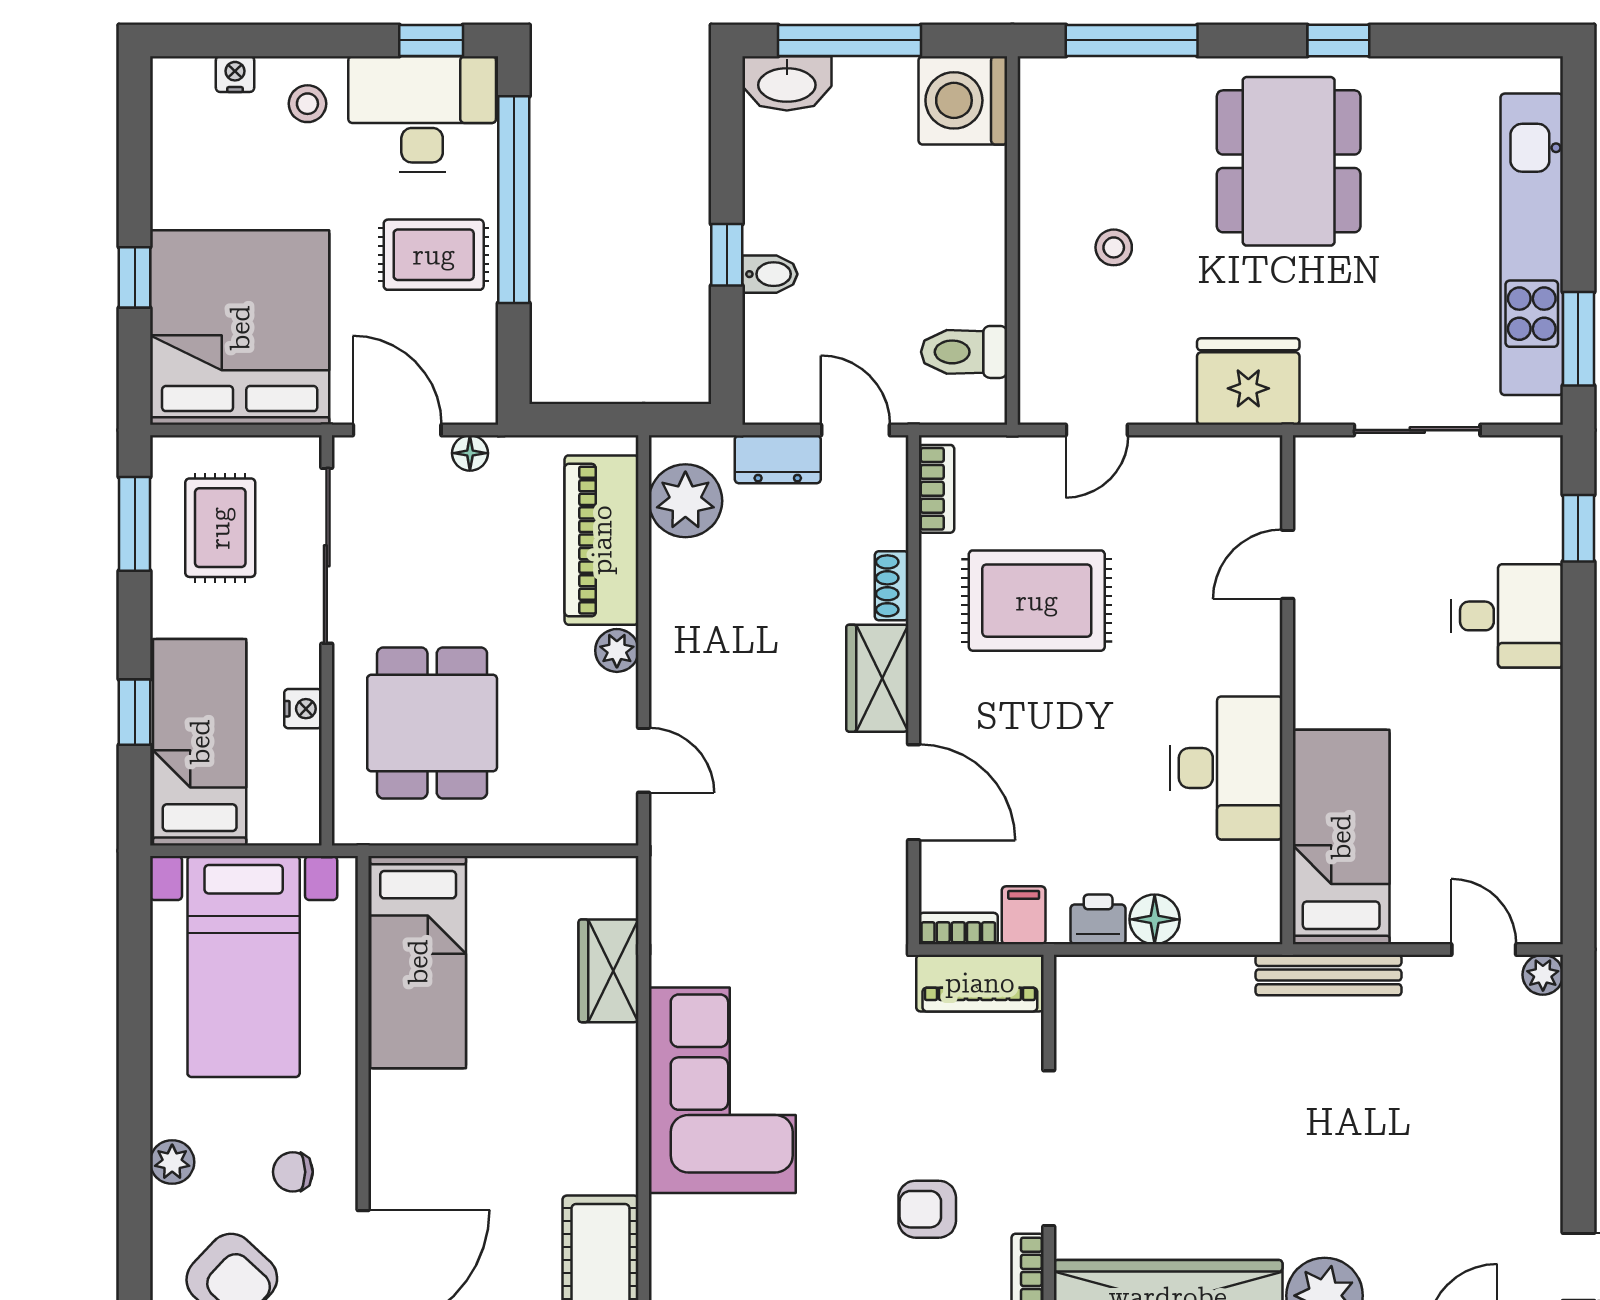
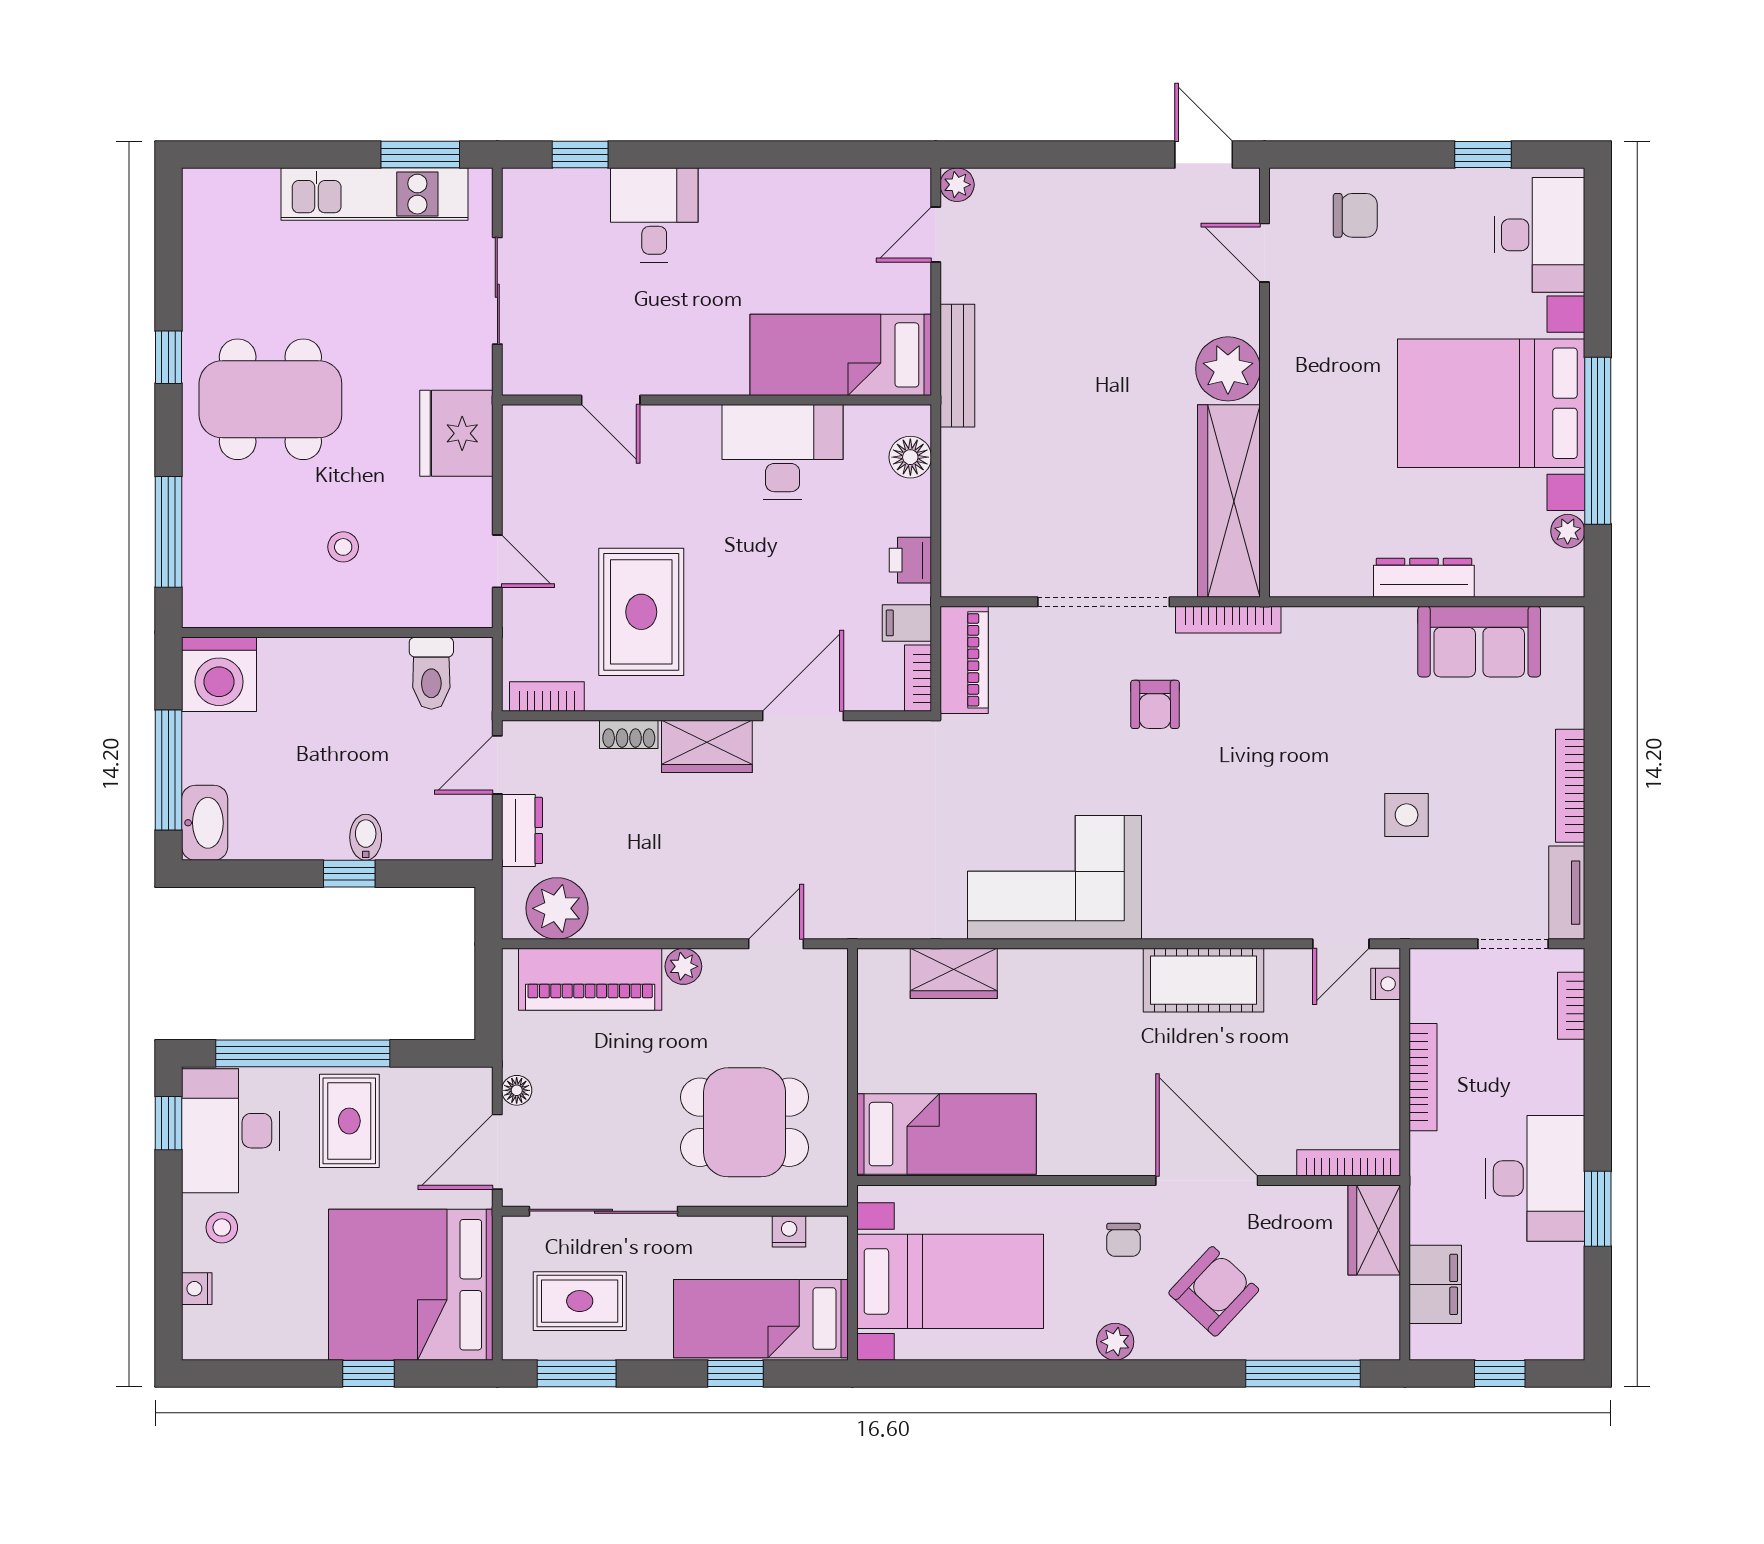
kitchen unit: (1532, 244) -> (374, 194), width x0.73
nightstand: (303, 709) -> (789, 1231), moved
floor lamp: (1155, 919) -> (910, 457), moved

